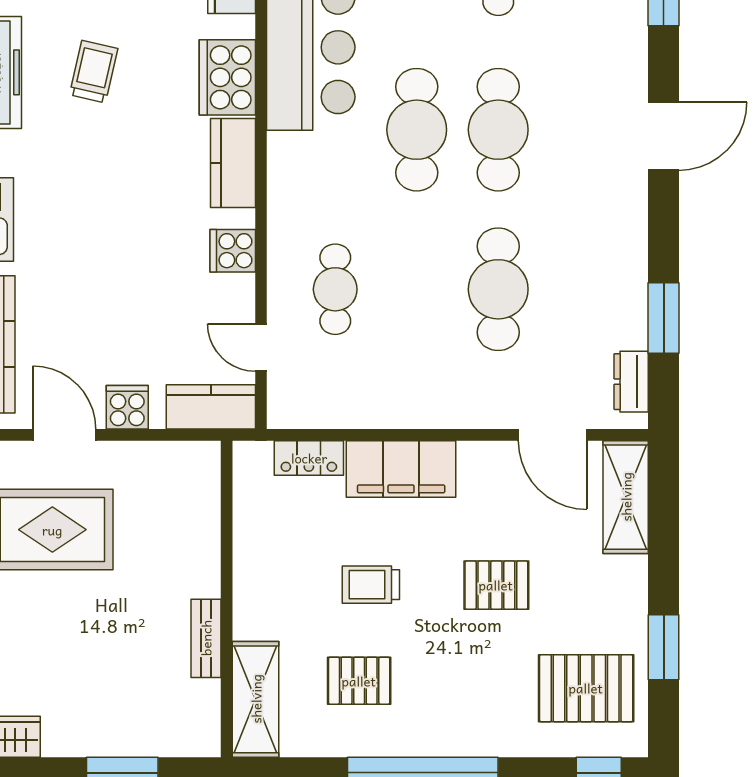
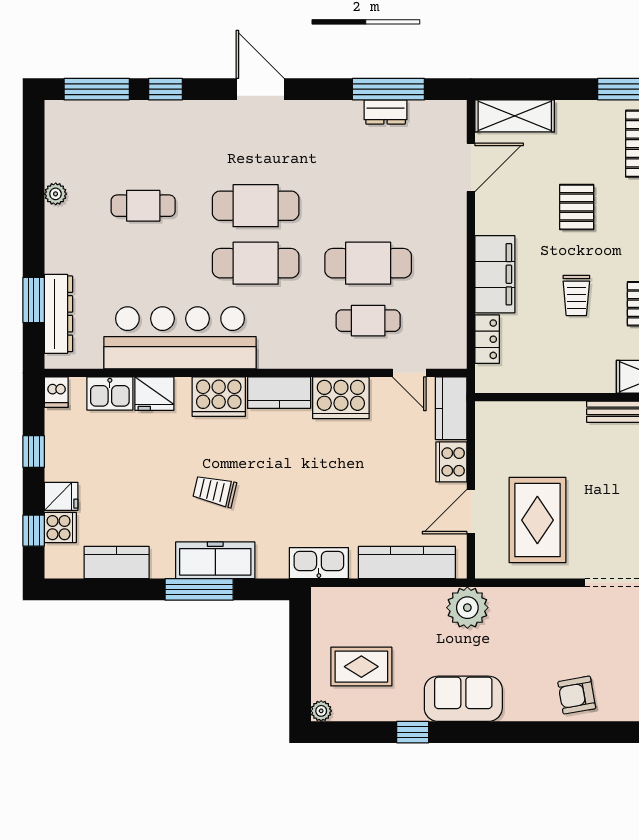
cooker: (233, 251) -> (341, 398), width x1.87, depth x1.31
cafe table: (498, 289) -> (368, 263), moved
window: (664, 318) -> (388, 89), width x1.44
door: (261, 348) -> (409, 373), hinge flipped
dresser: (631, 382) -> (386, 112), moved
cooker: (127, 407) -> (451, 462), width x1.36

